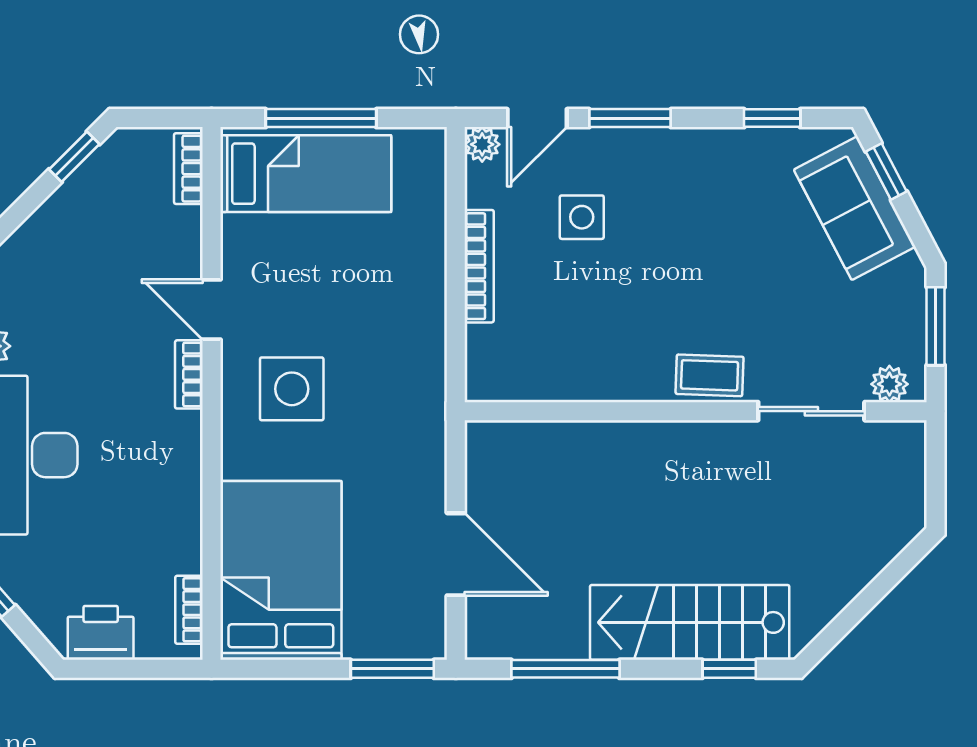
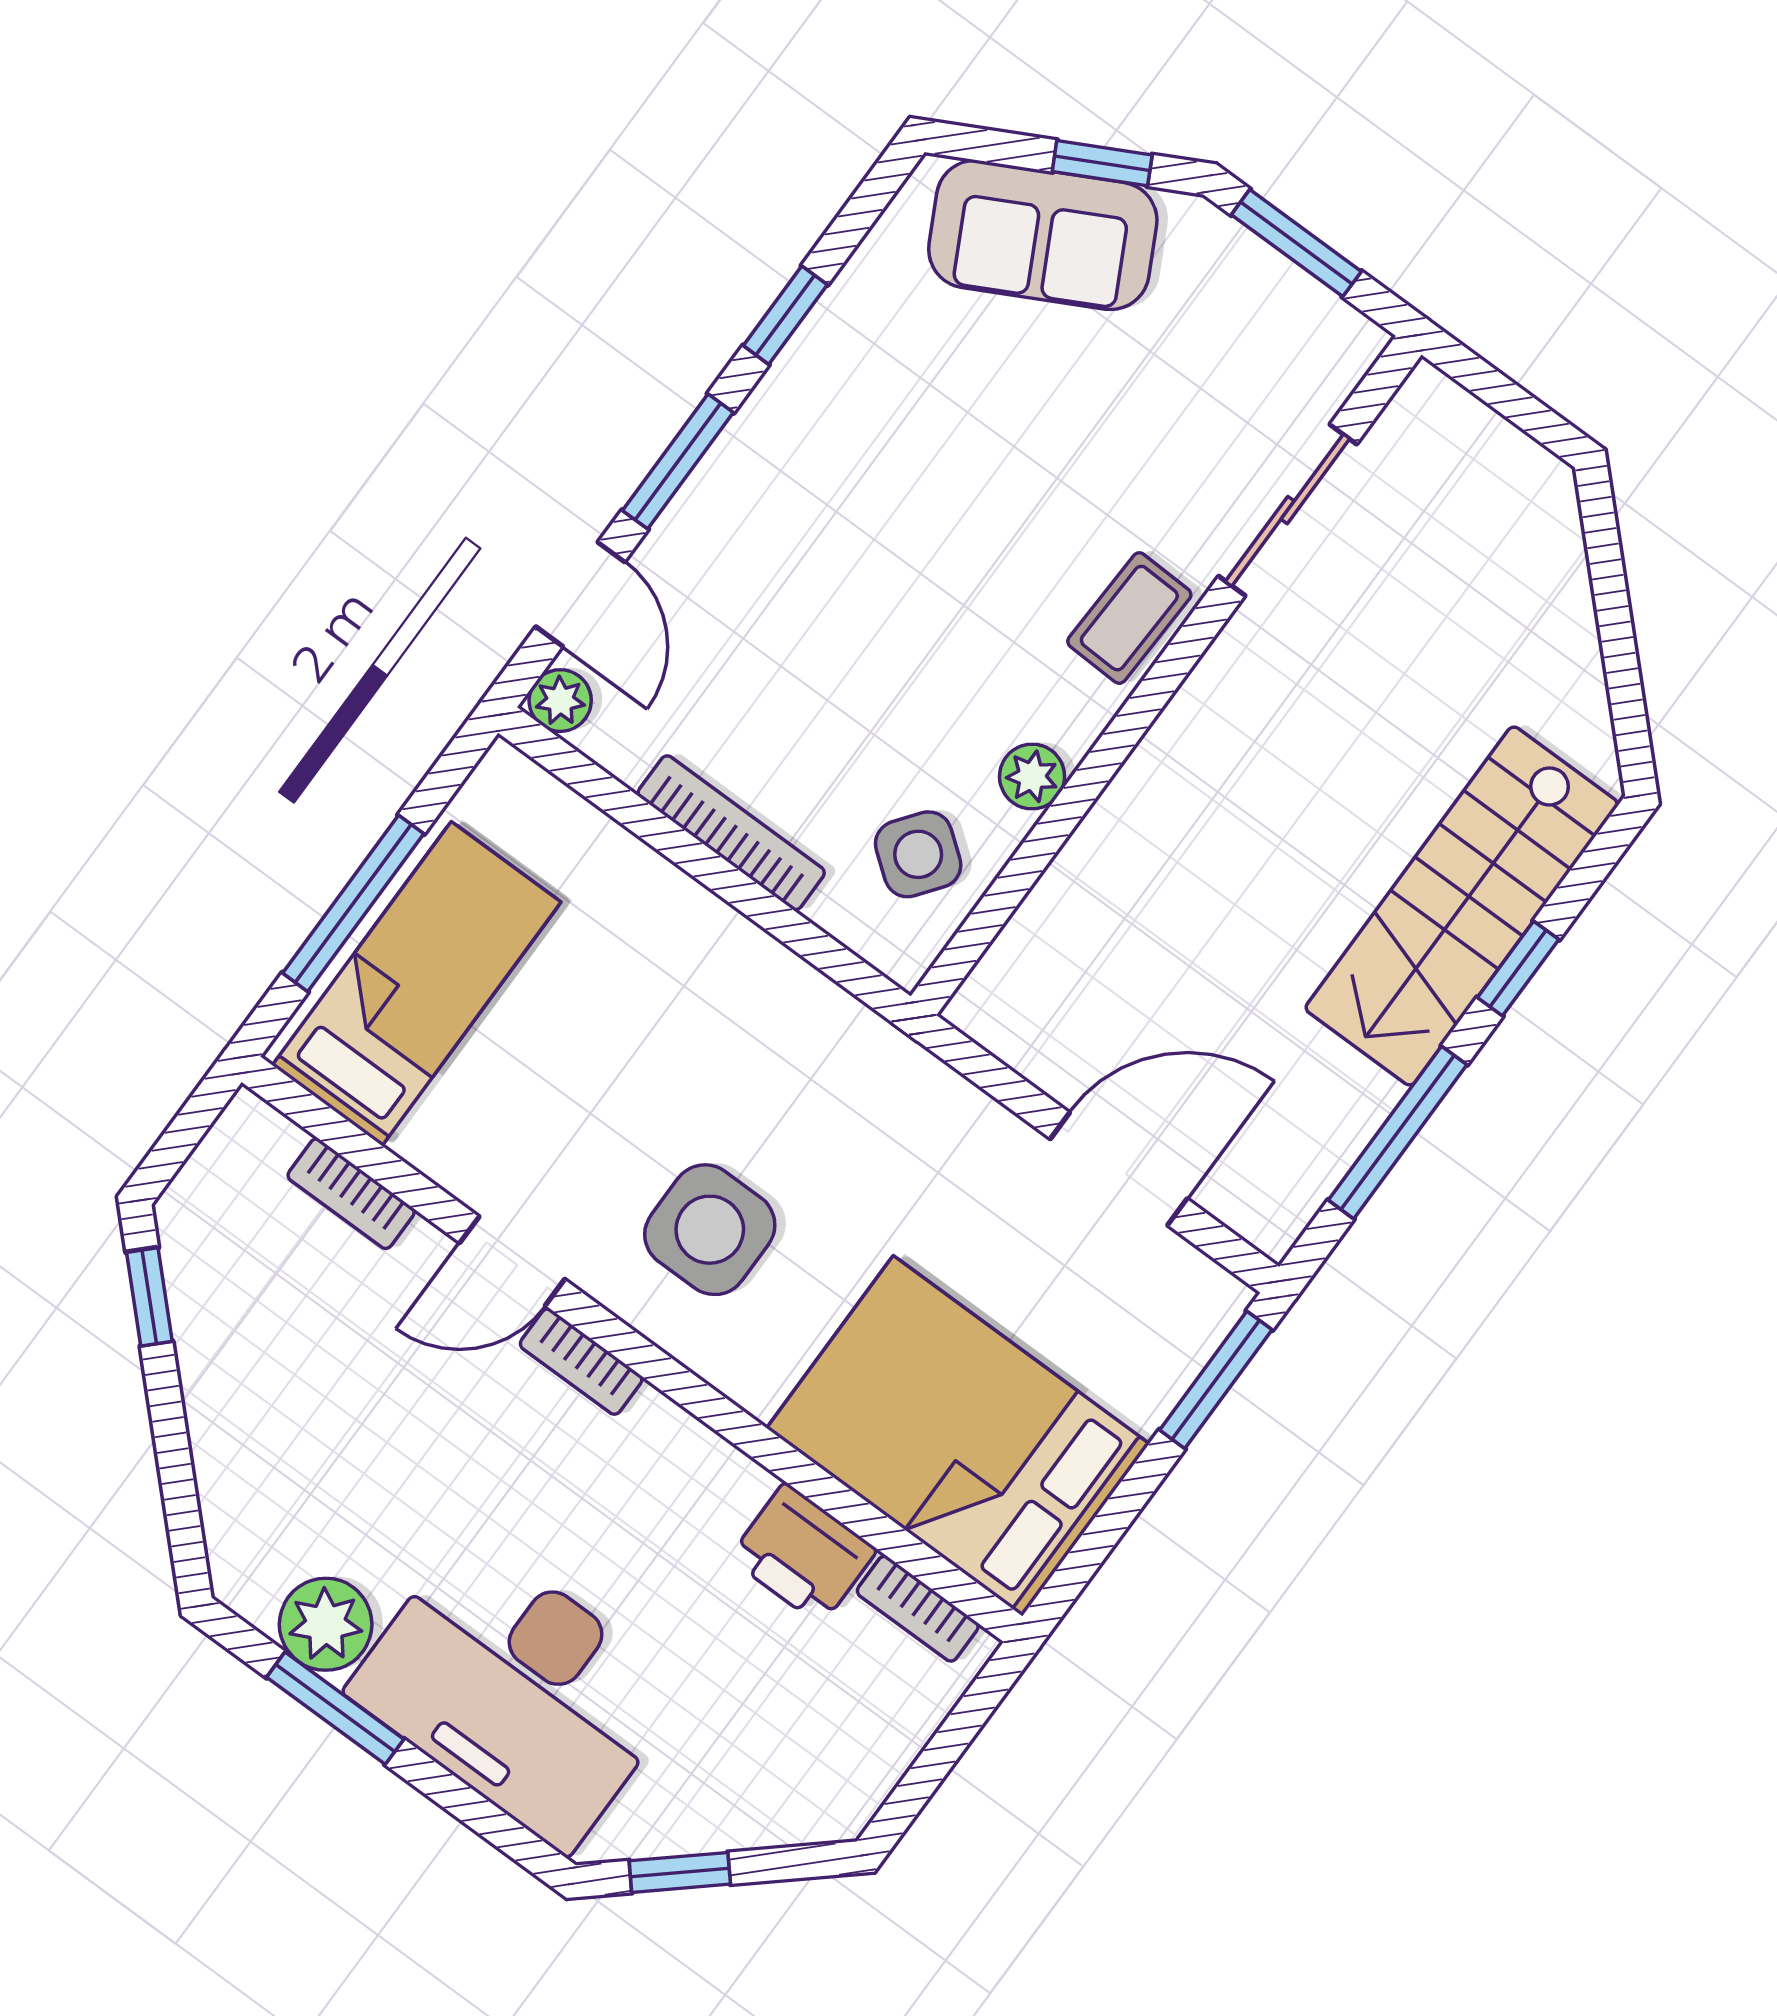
window: (772, 118) -> (785, 315), moved
bookcase: (188, 169) -> (351, 1194), moved
window: (886, 171) -> (1102, 163), moved
side table: (582, 217) -> (918, 854), moved, turned 37
plant: (889, 384) -> (1032, 777), moved
printer: (101, 633) -> (803, 1554), moved, turned -90
window: (729, 669) -> (1518, 969), moved

